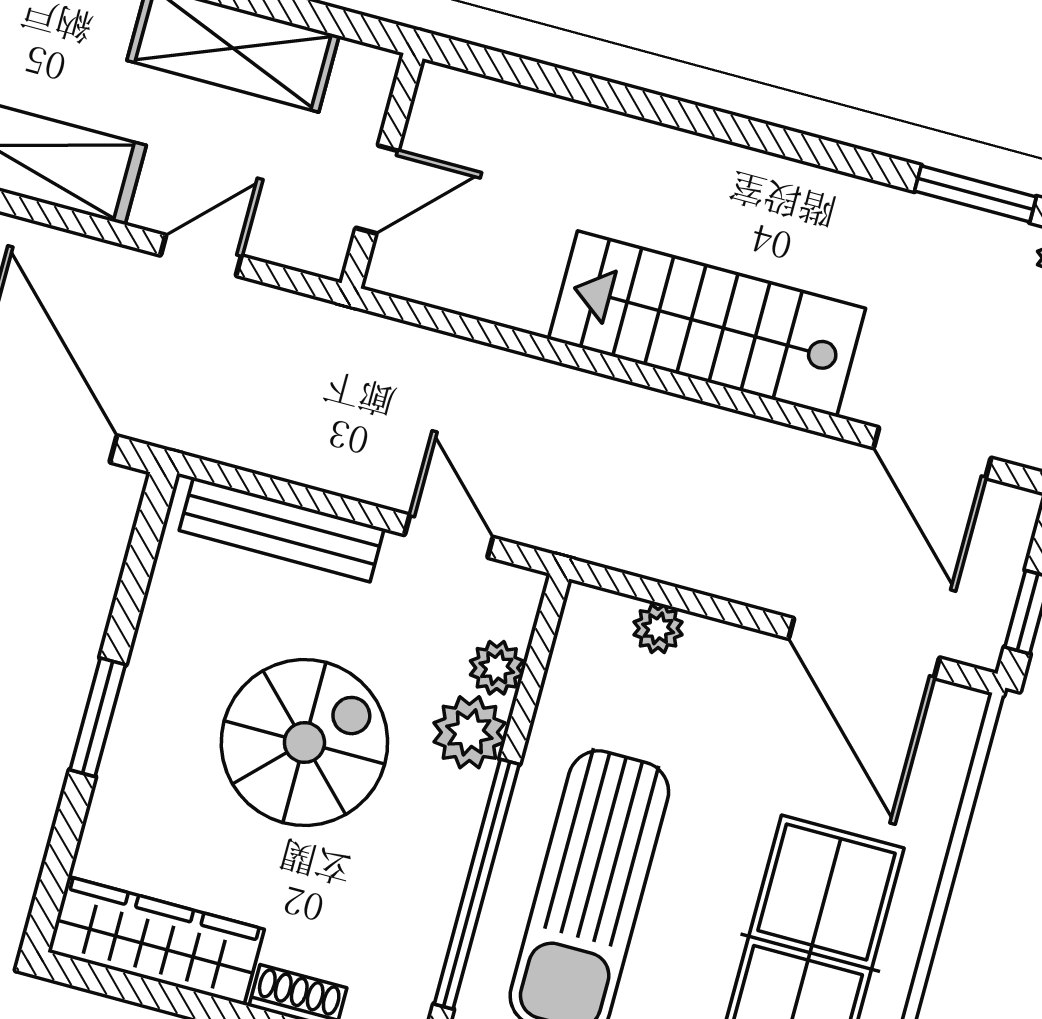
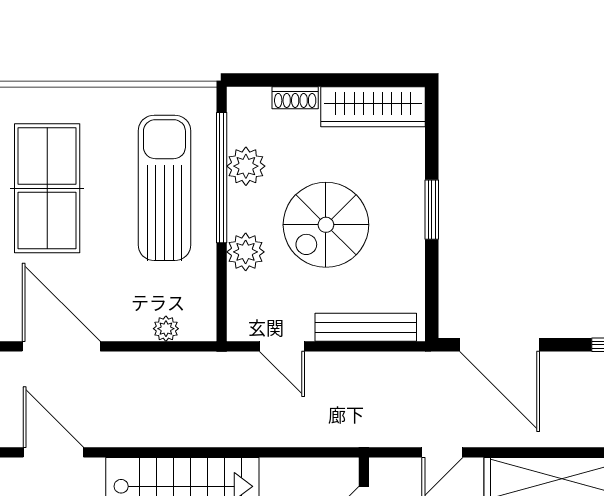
plant: (497, 668) -> (246, 166), moved, width x1.38, depth x1.38

